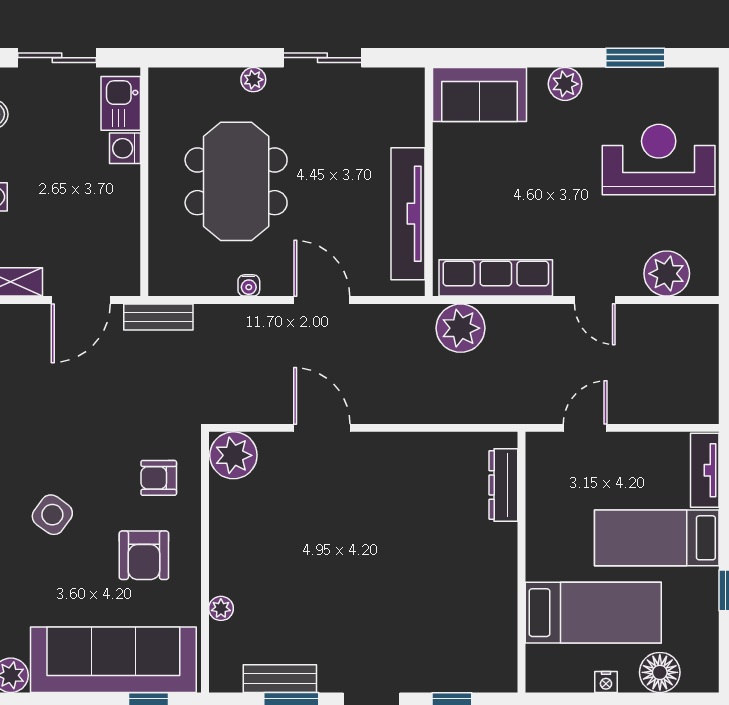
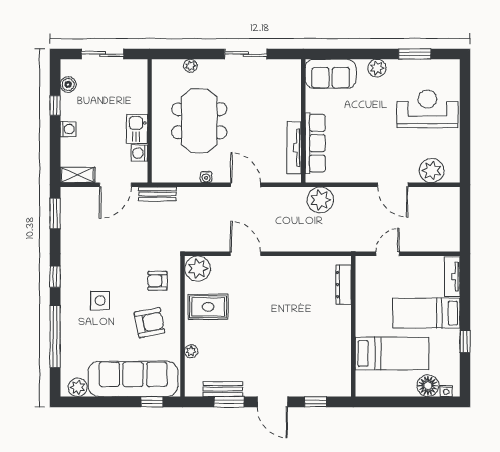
plant: (253, 80) -> (190, 66), moved
kitchen sink: (121, 103) -> (137, 129), moved
washing machine: (125, 148) -> (139, 153), moved
tv unit: (408, 214) -> (294, 148), width x0.73, depth x0.78
row of seats: (496, 278) -> (315, 143), moved, turned 90
door: (595, 300) -> (393, 185), width x1.38
side table: (52, 515) -> (100, 301), turned -36
rug: (252, 526) -> (208, 307), added
armchair: (144, 555) -> (149, 323), turned -101
nightstand: (606, 682) -> (446, 391), moved

